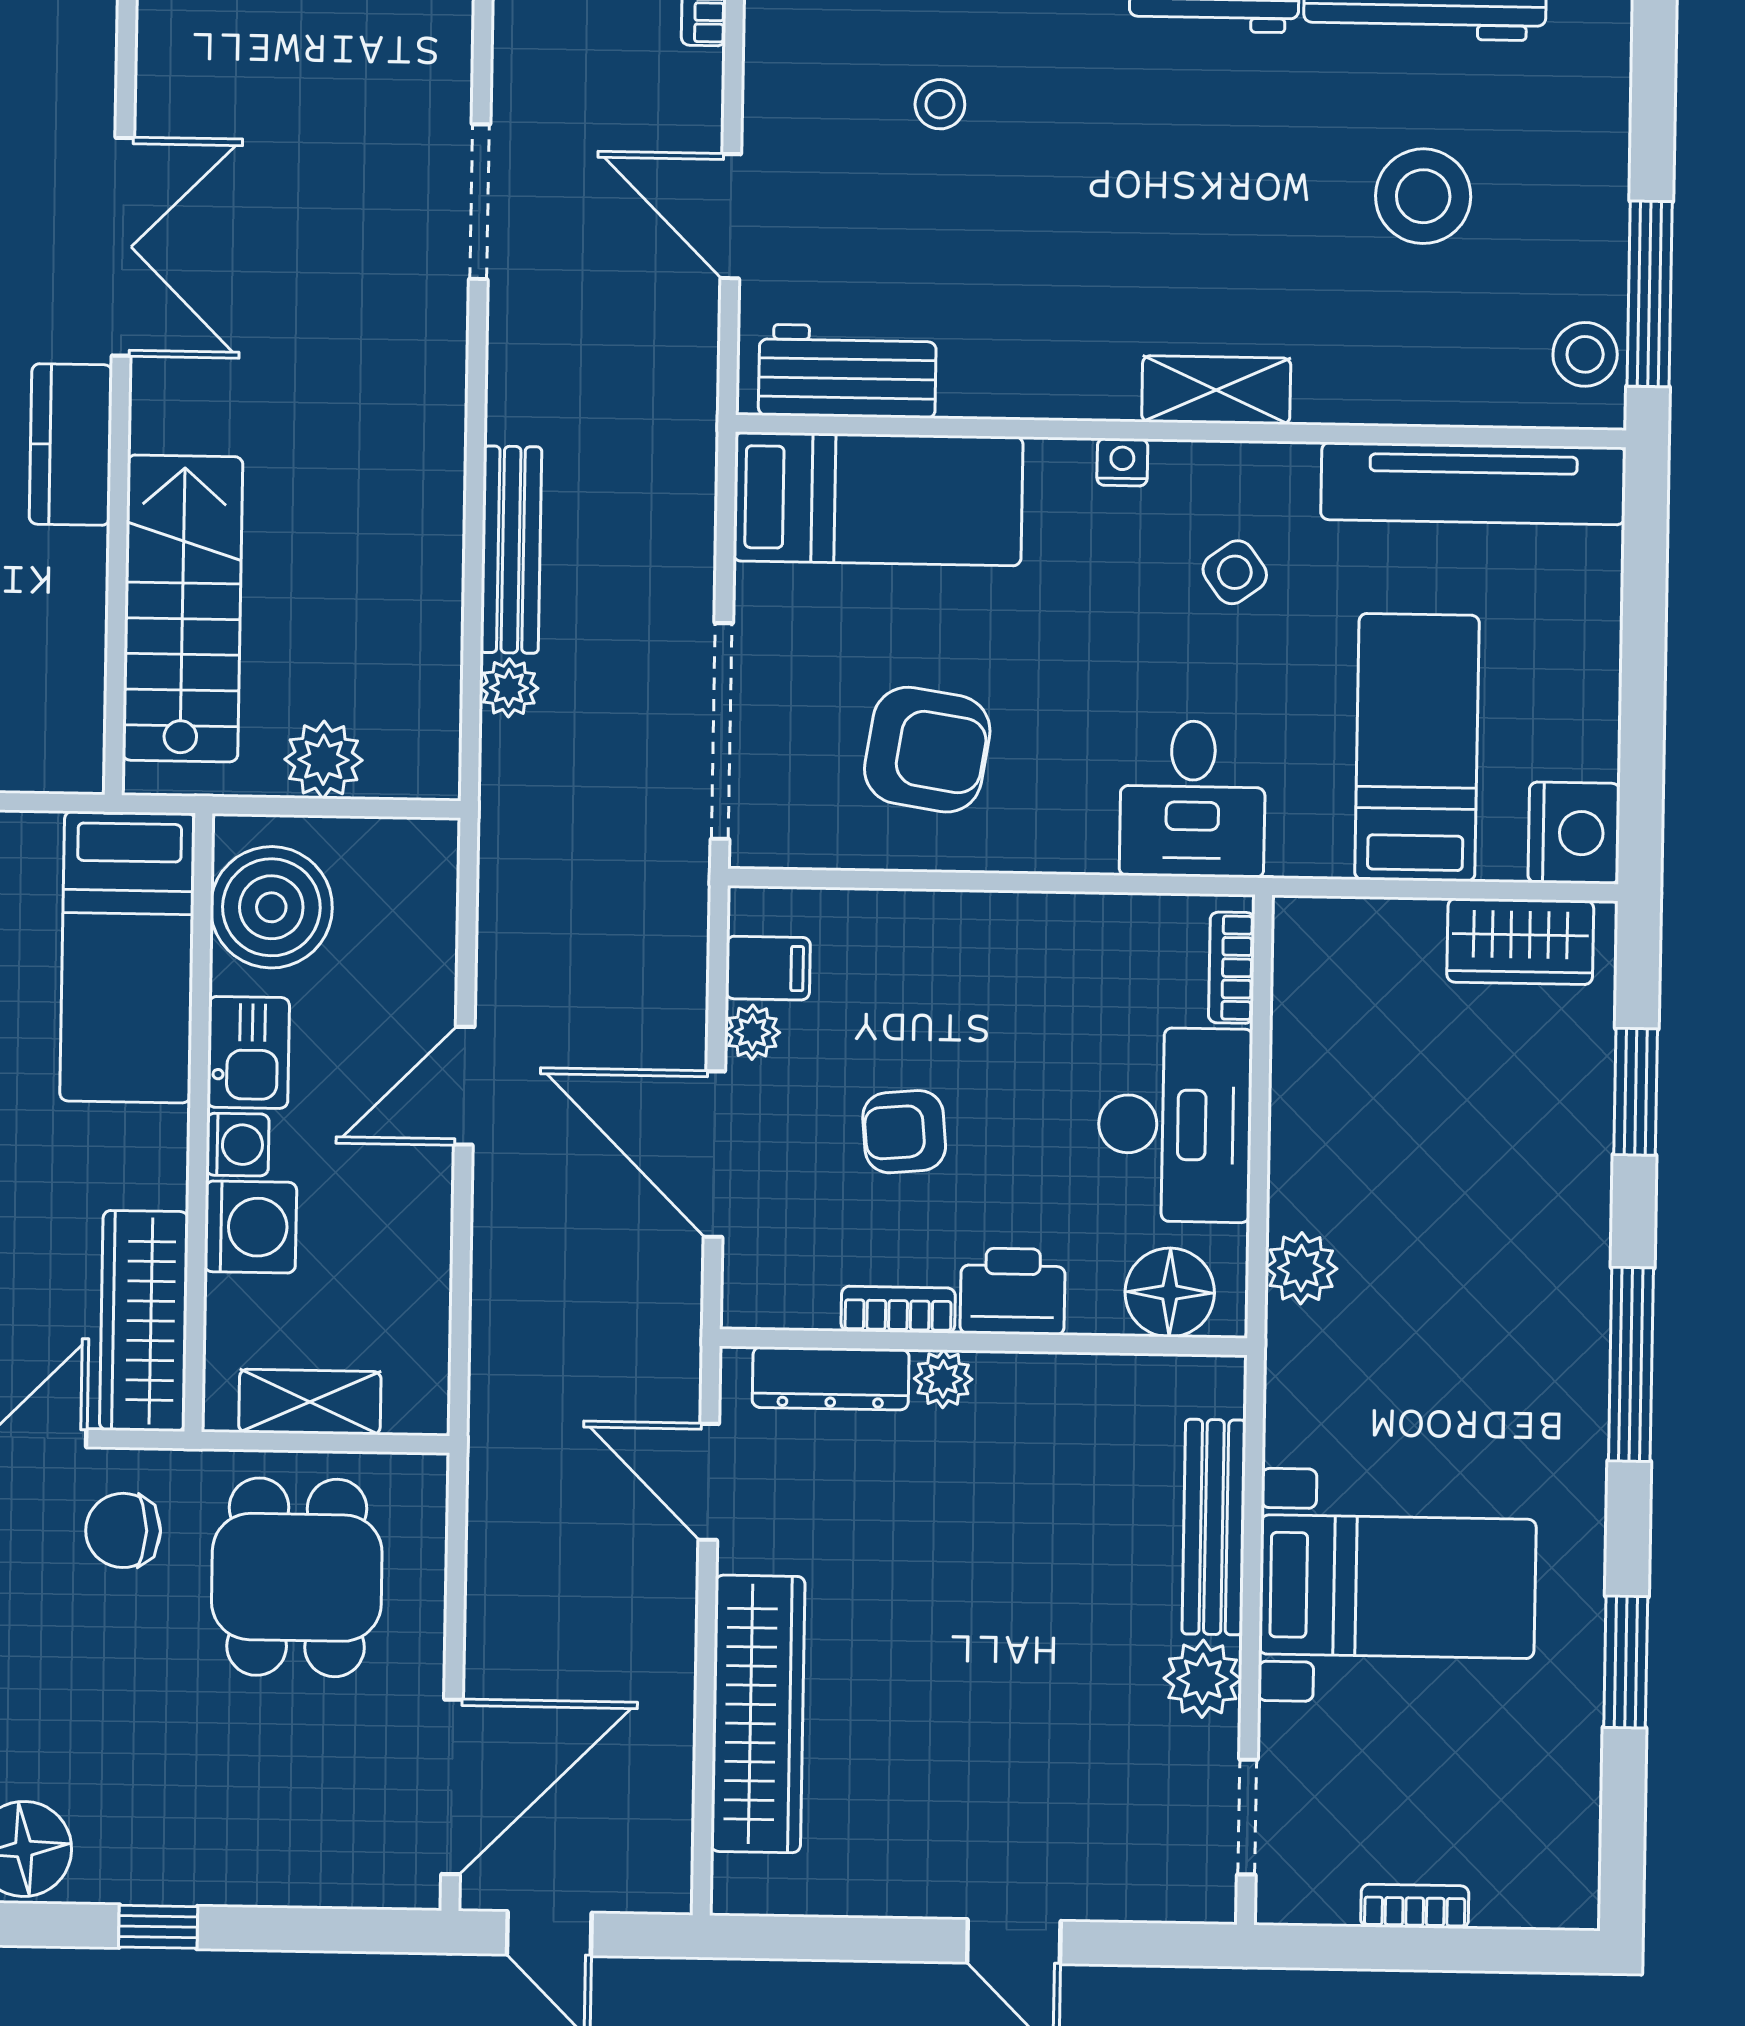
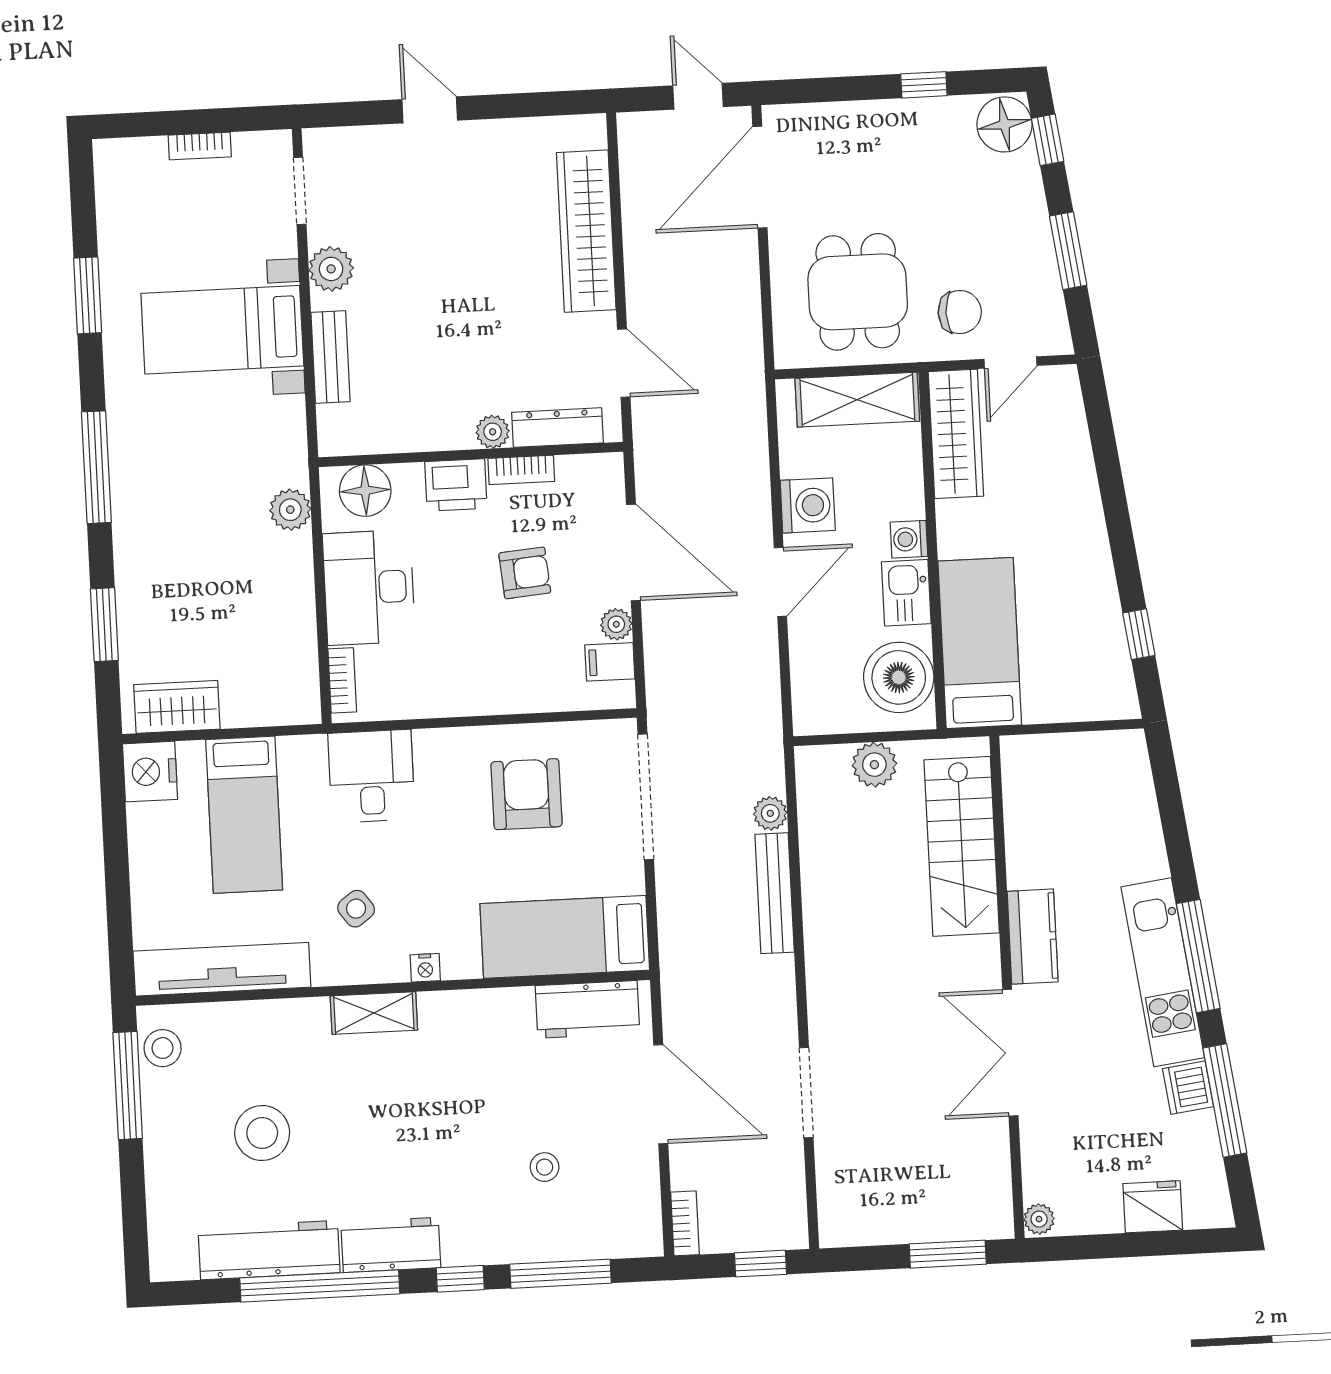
door: (731, 216) -> (661, 1094), width x1.36
armchair: (927, 750) -> (527, 794), turned 81
washing machine: (250, 1227) -> (808, 505), moved, turned 180
shelving: (310, 1402) -> (857, 400), width x1.50, depth x1.33
bench: (1214, 1527) -> (330, 357), width x0.73

